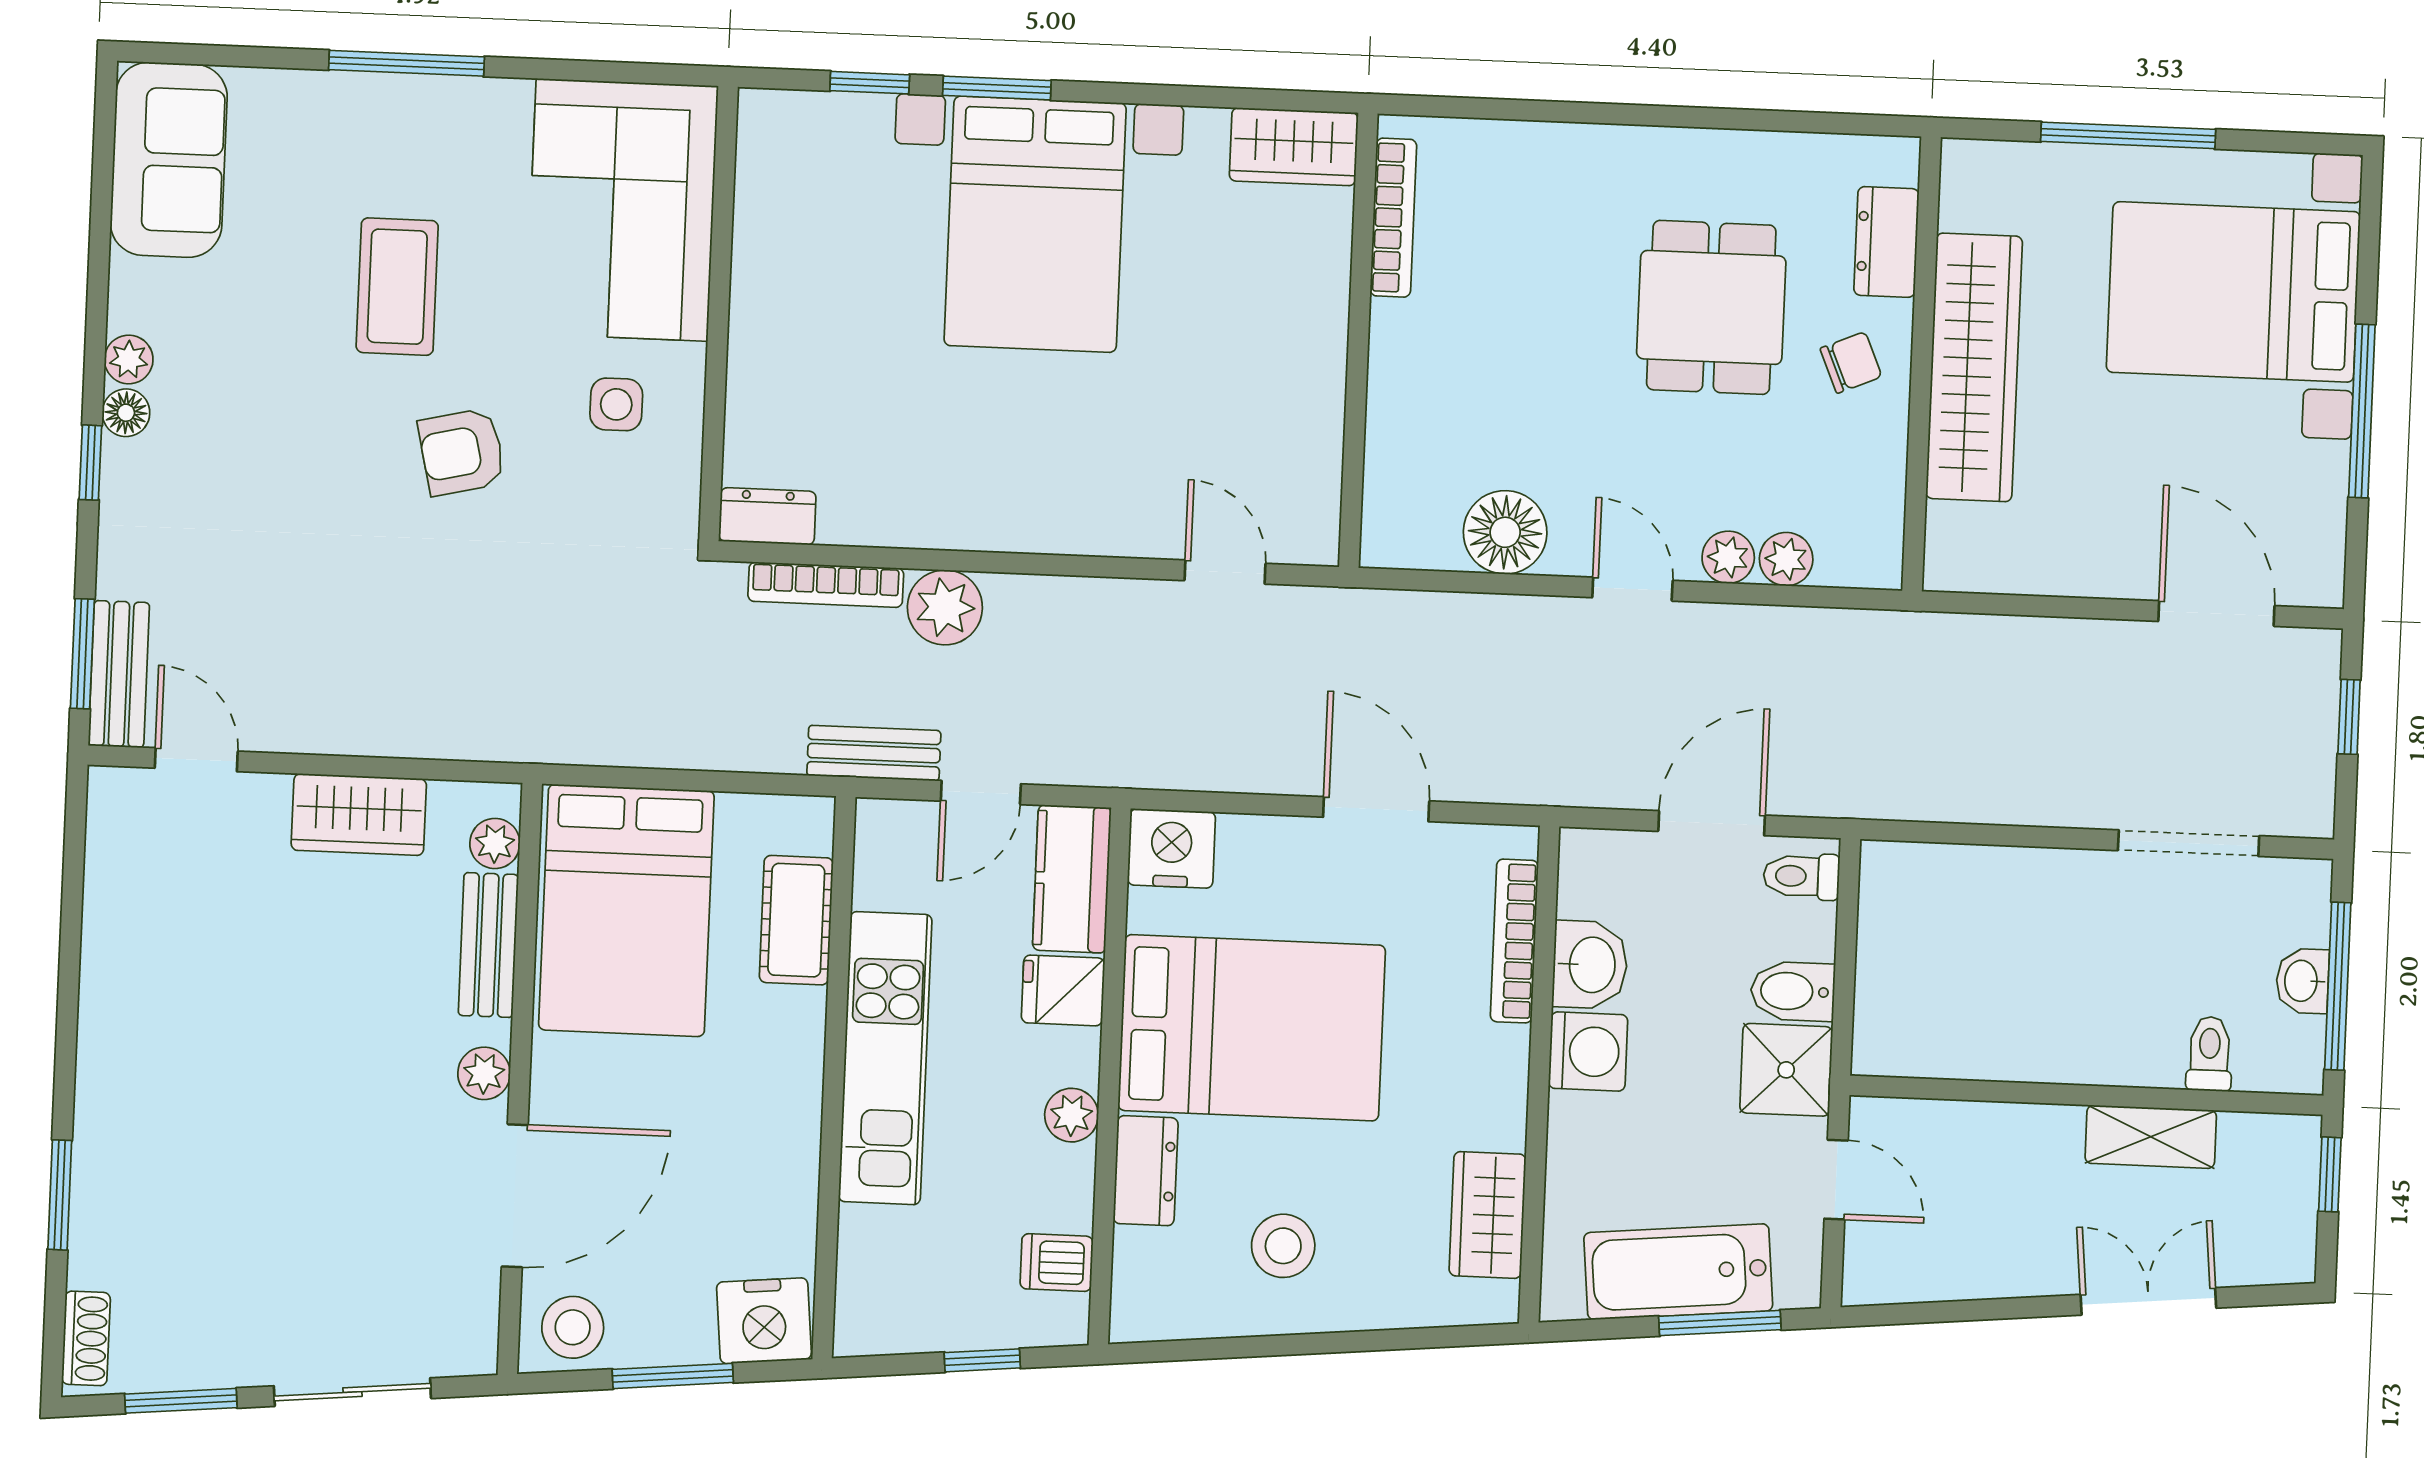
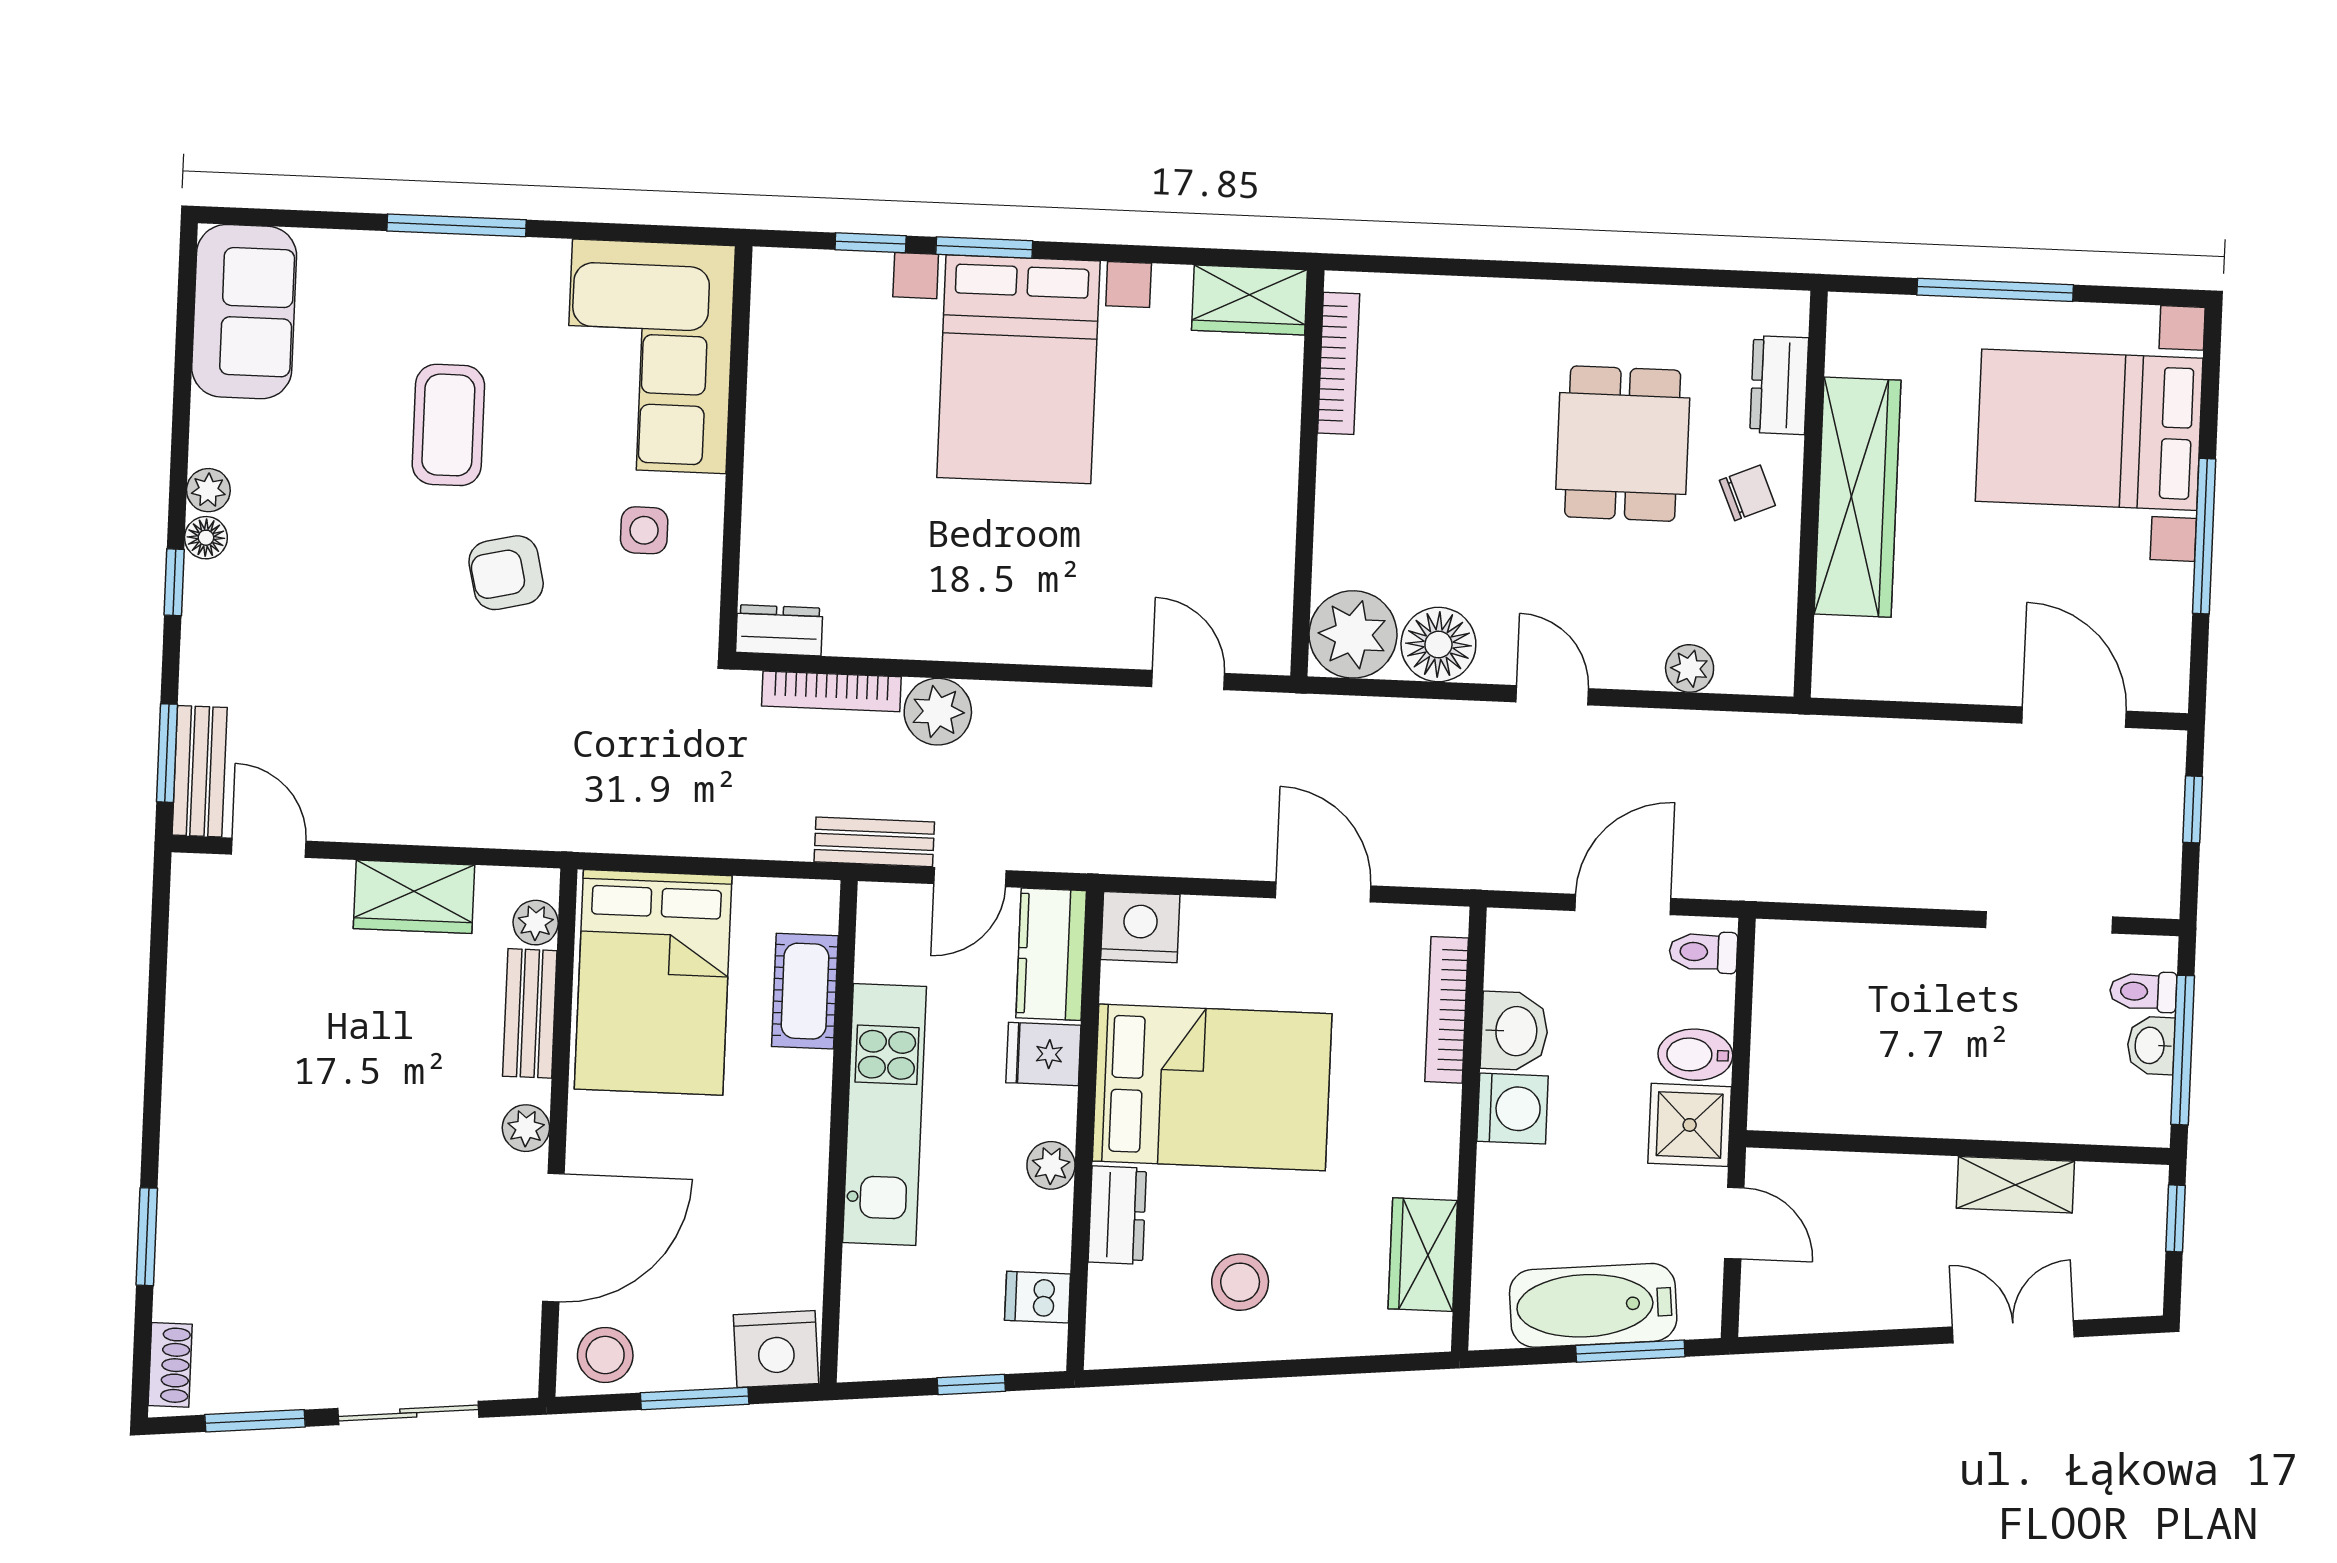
plant: (1728, 557) -> (1353, 634), moved, width x1.88, depth x1.88
toilet: (2210, 1054) -> (2143, 992), moved, turned -90

